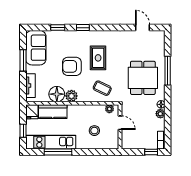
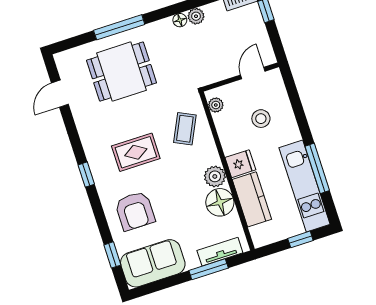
window: (58, 28) -> (112, 255), moved
window: (83, 28) -> (86, 175), moved
window: (23, 60) -> (209, 269), moved
armchair: (72, 66) -> (135, 211), moved
dining table: (143, 78) -> (122, 72), moved
fridge: (32, 112) -> (240, 164), moved
door: (120, 123) -> (253, 73), moved

